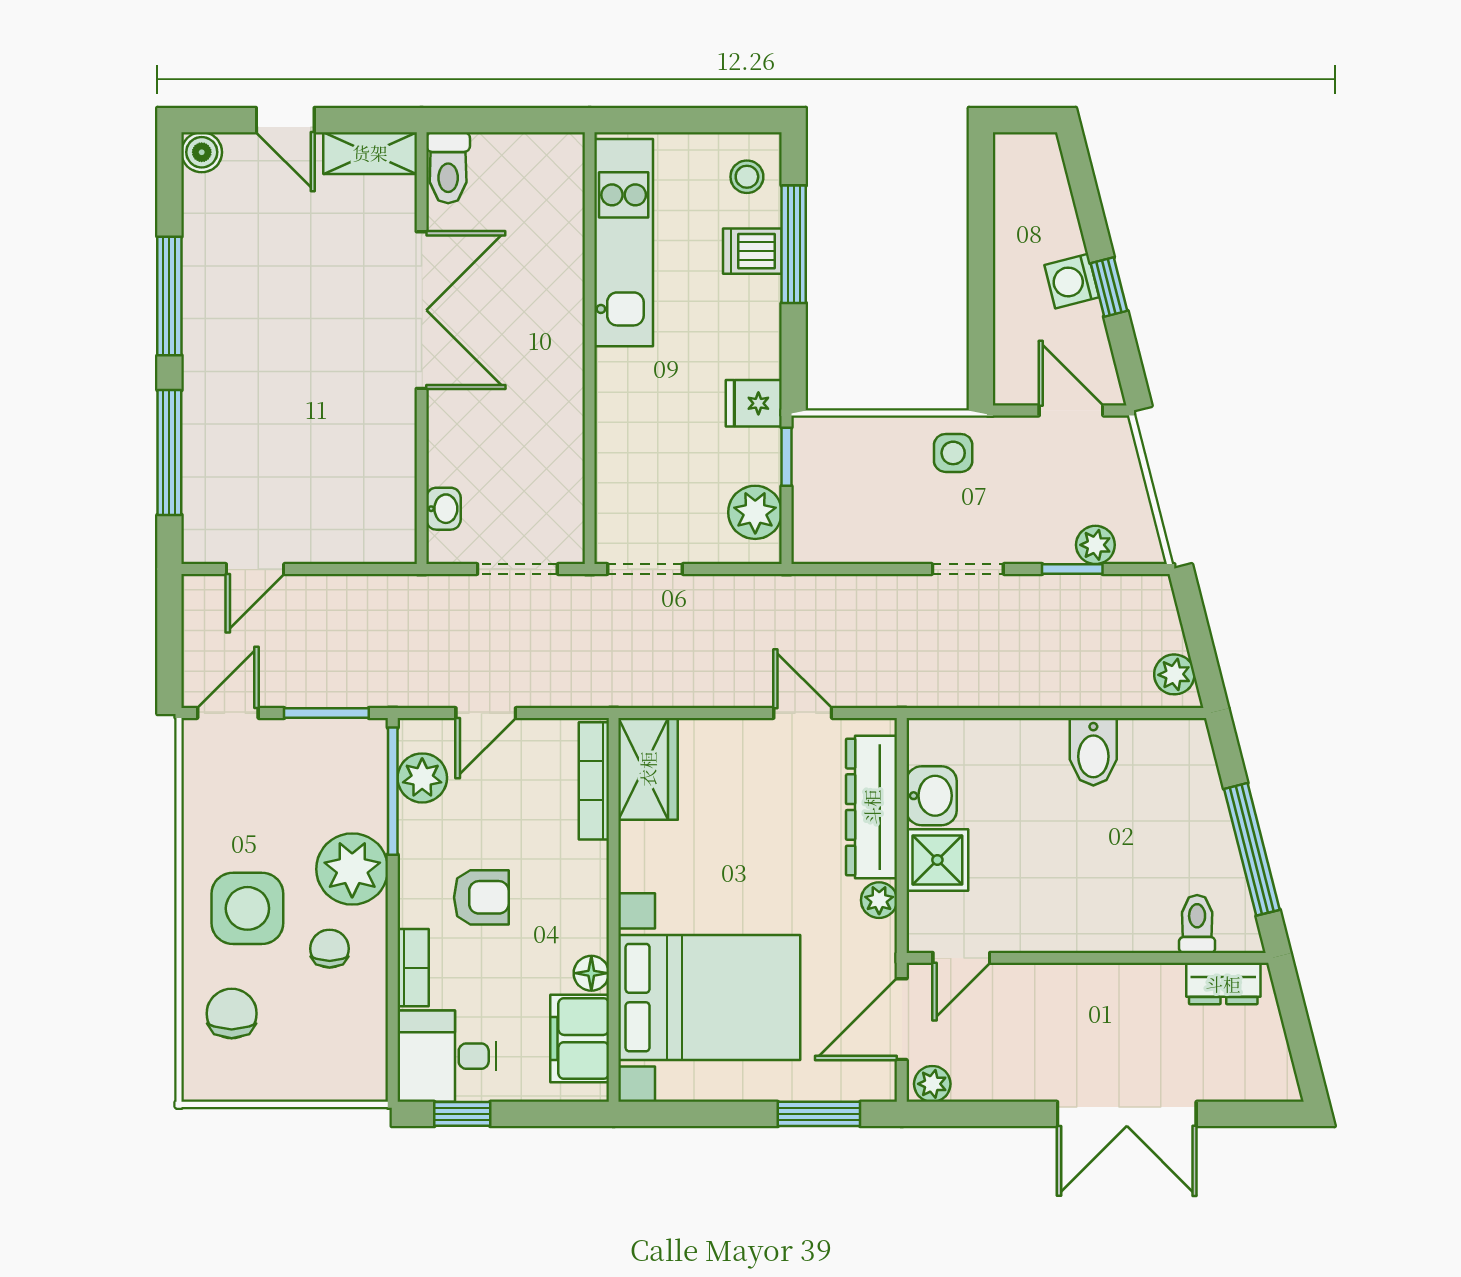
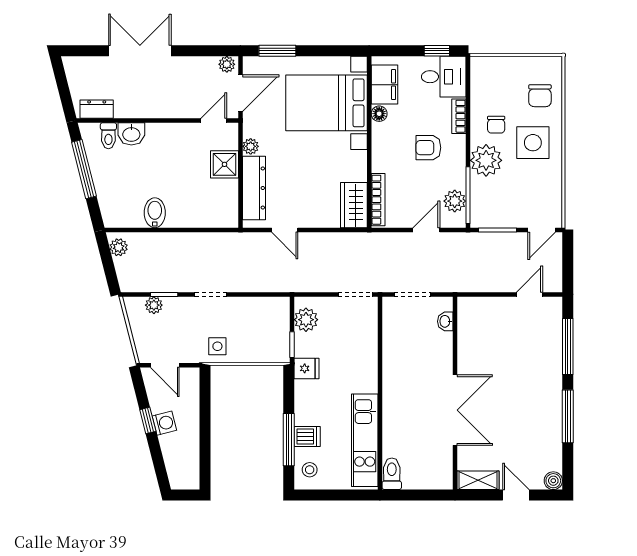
toilet: (448, 168) -> (392, 474), moved
double door: (422, 310) -> (455, 410), swing flipped
washbasin: (932, 796) -> (131, 134), moved, turned -90

